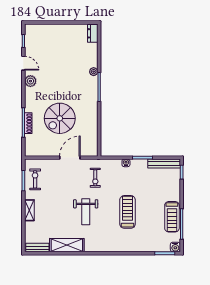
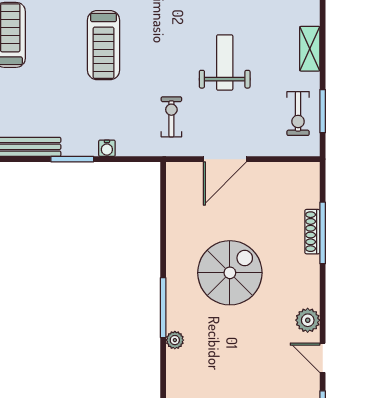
spiral stairs: (60, 118) -> (230, 273), moved
weight bench: (86, 212) -> (225, 63), moved

